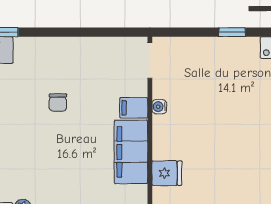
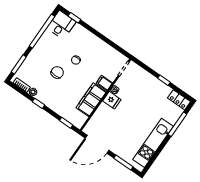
chair: (41, 146) -> (57, 72), added
fridge: (167, 173) -> (112, 100), moved

